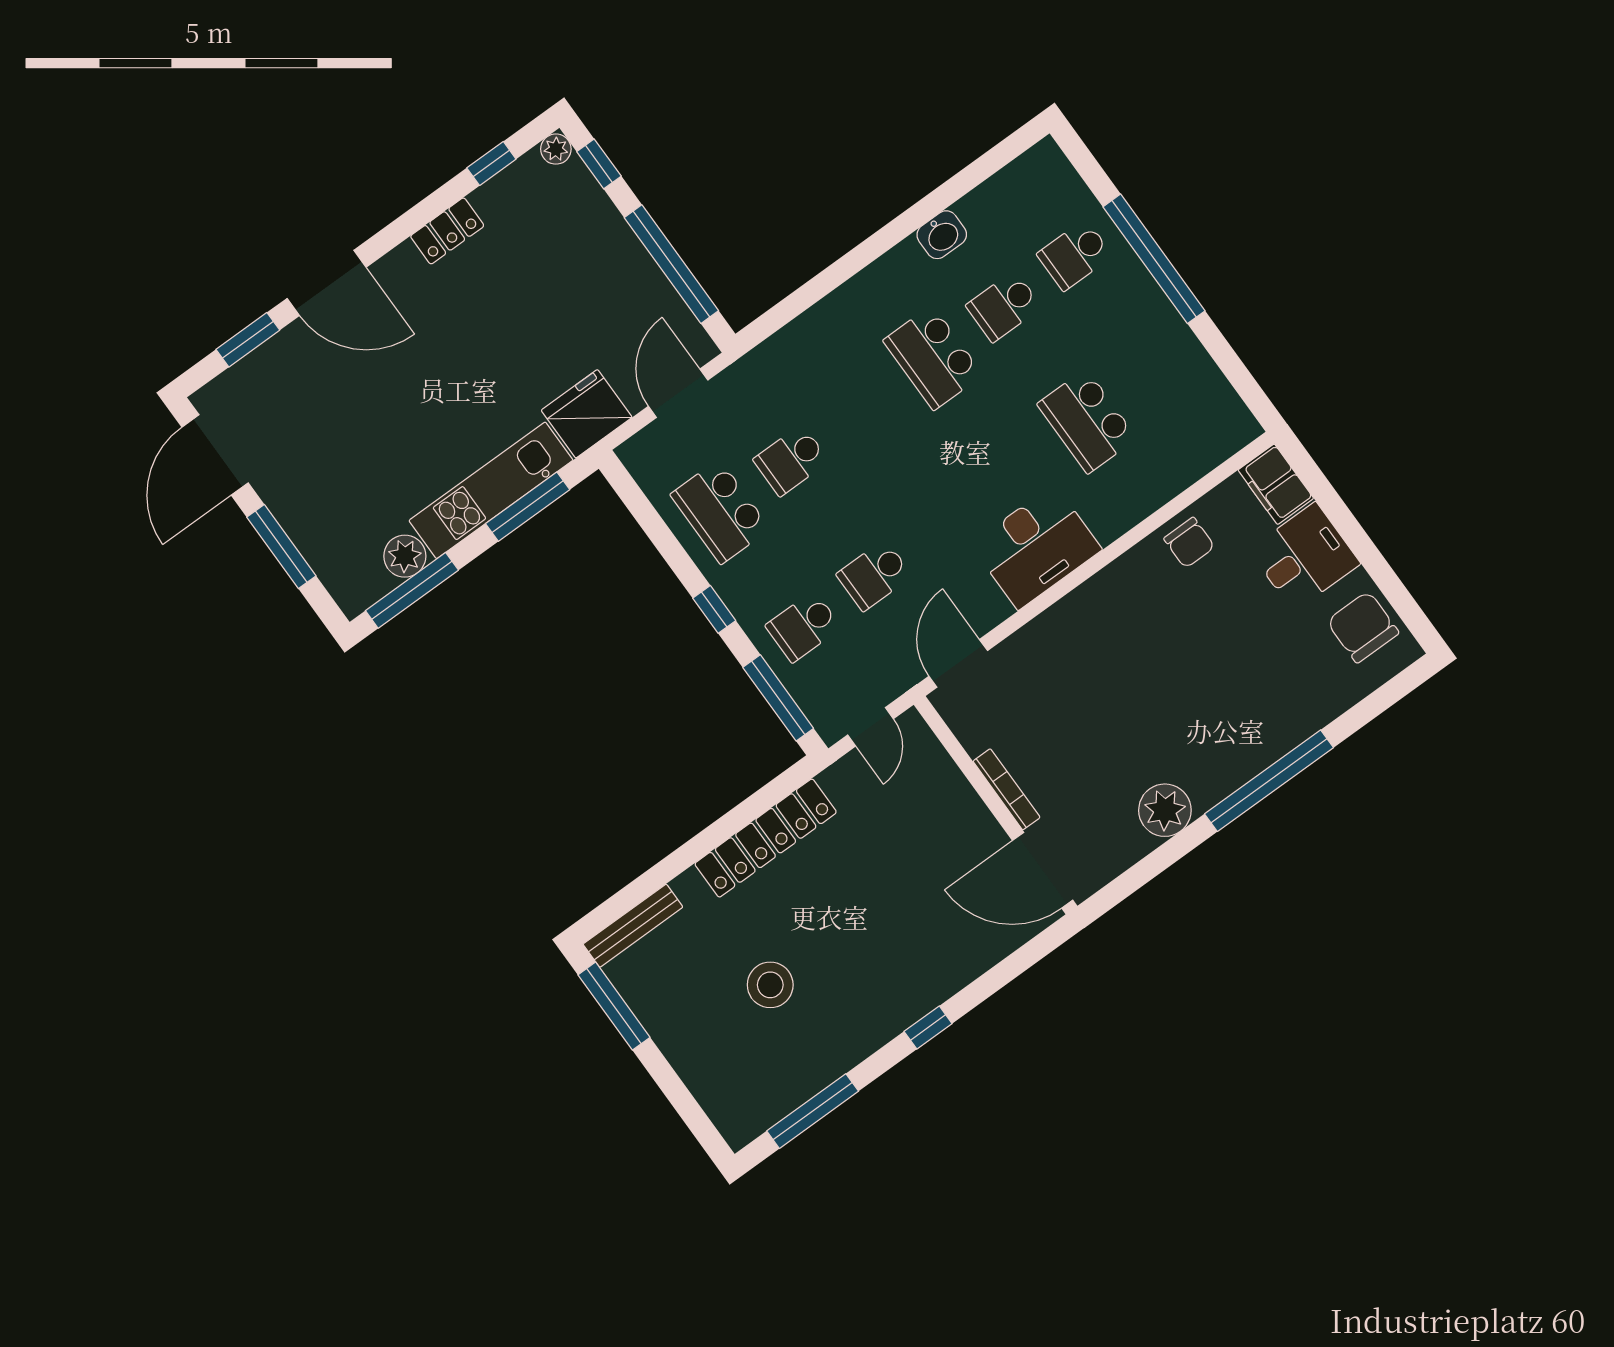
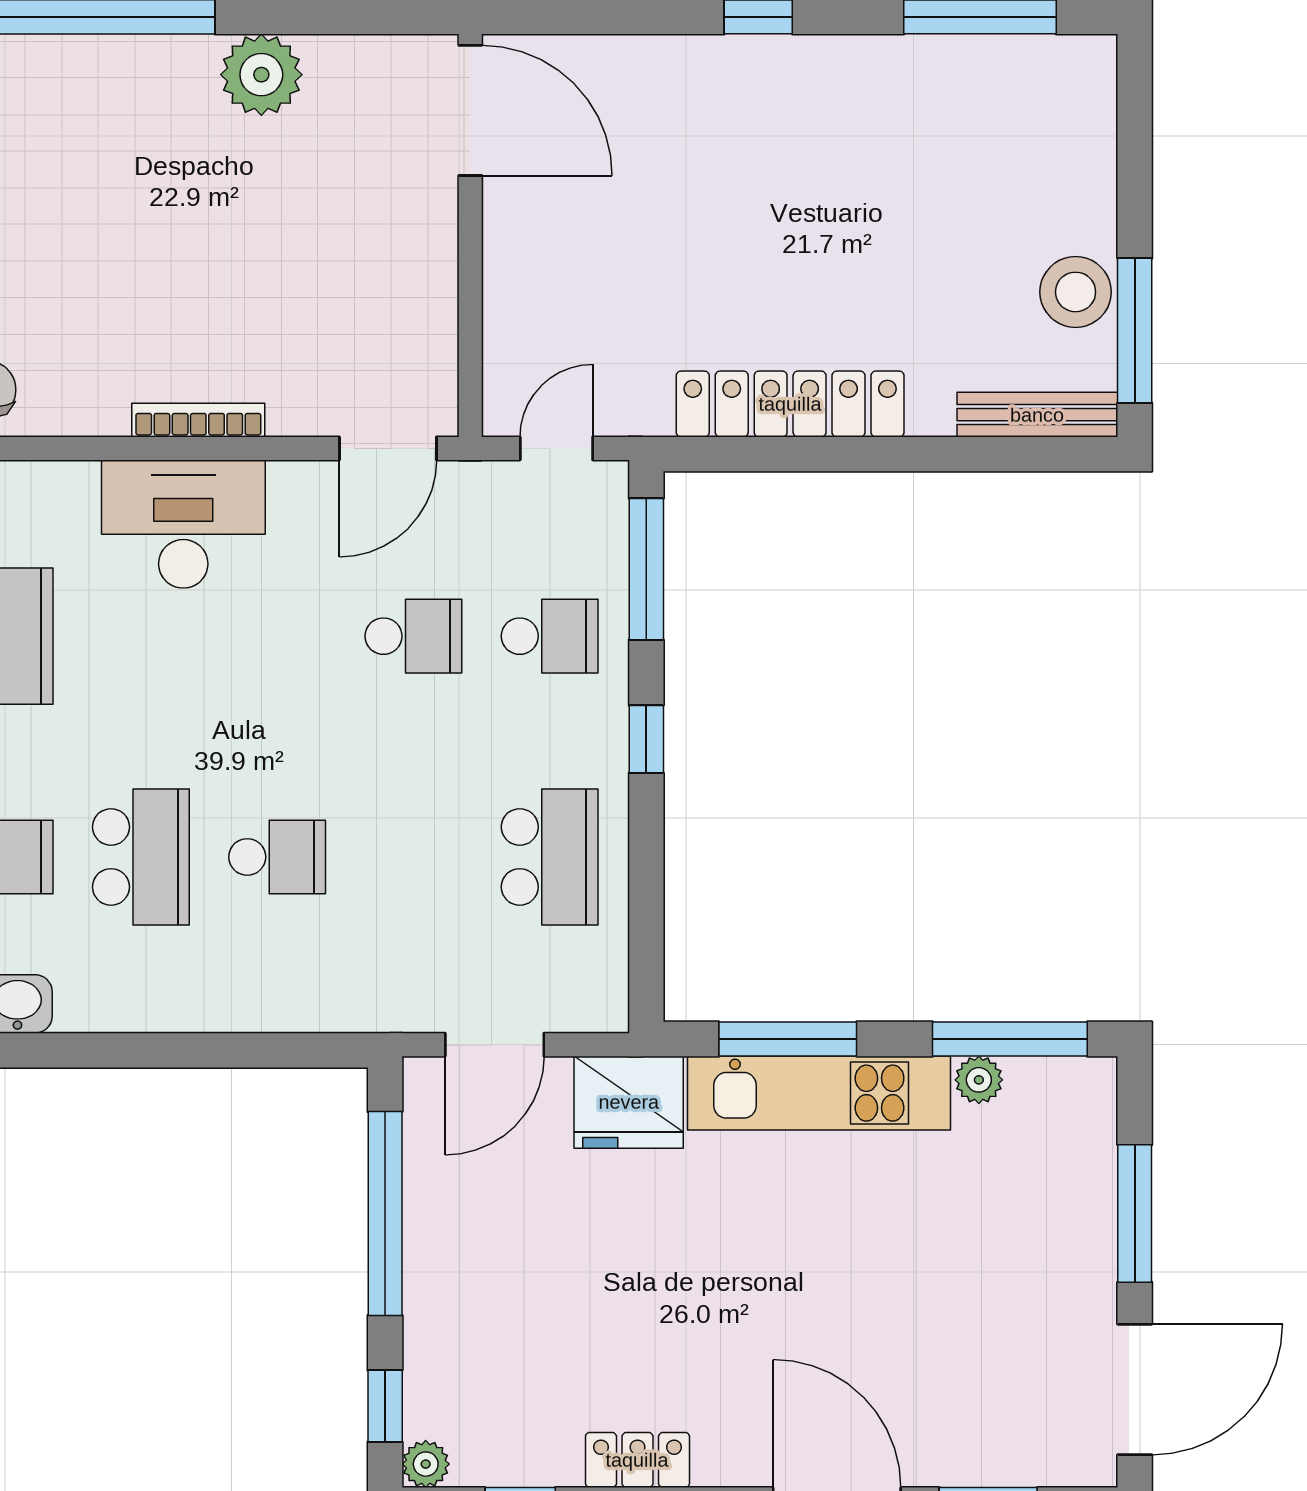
school desk: (791, 460) -> (277, 857), moved
plant: (405, 556) -> (979, 1080), width x0.73, depth x0.73
bookcase: (1007, 789) -> (198, 420), moved, turned 90
stool: (770, 985) -> (1076, 292), moved

